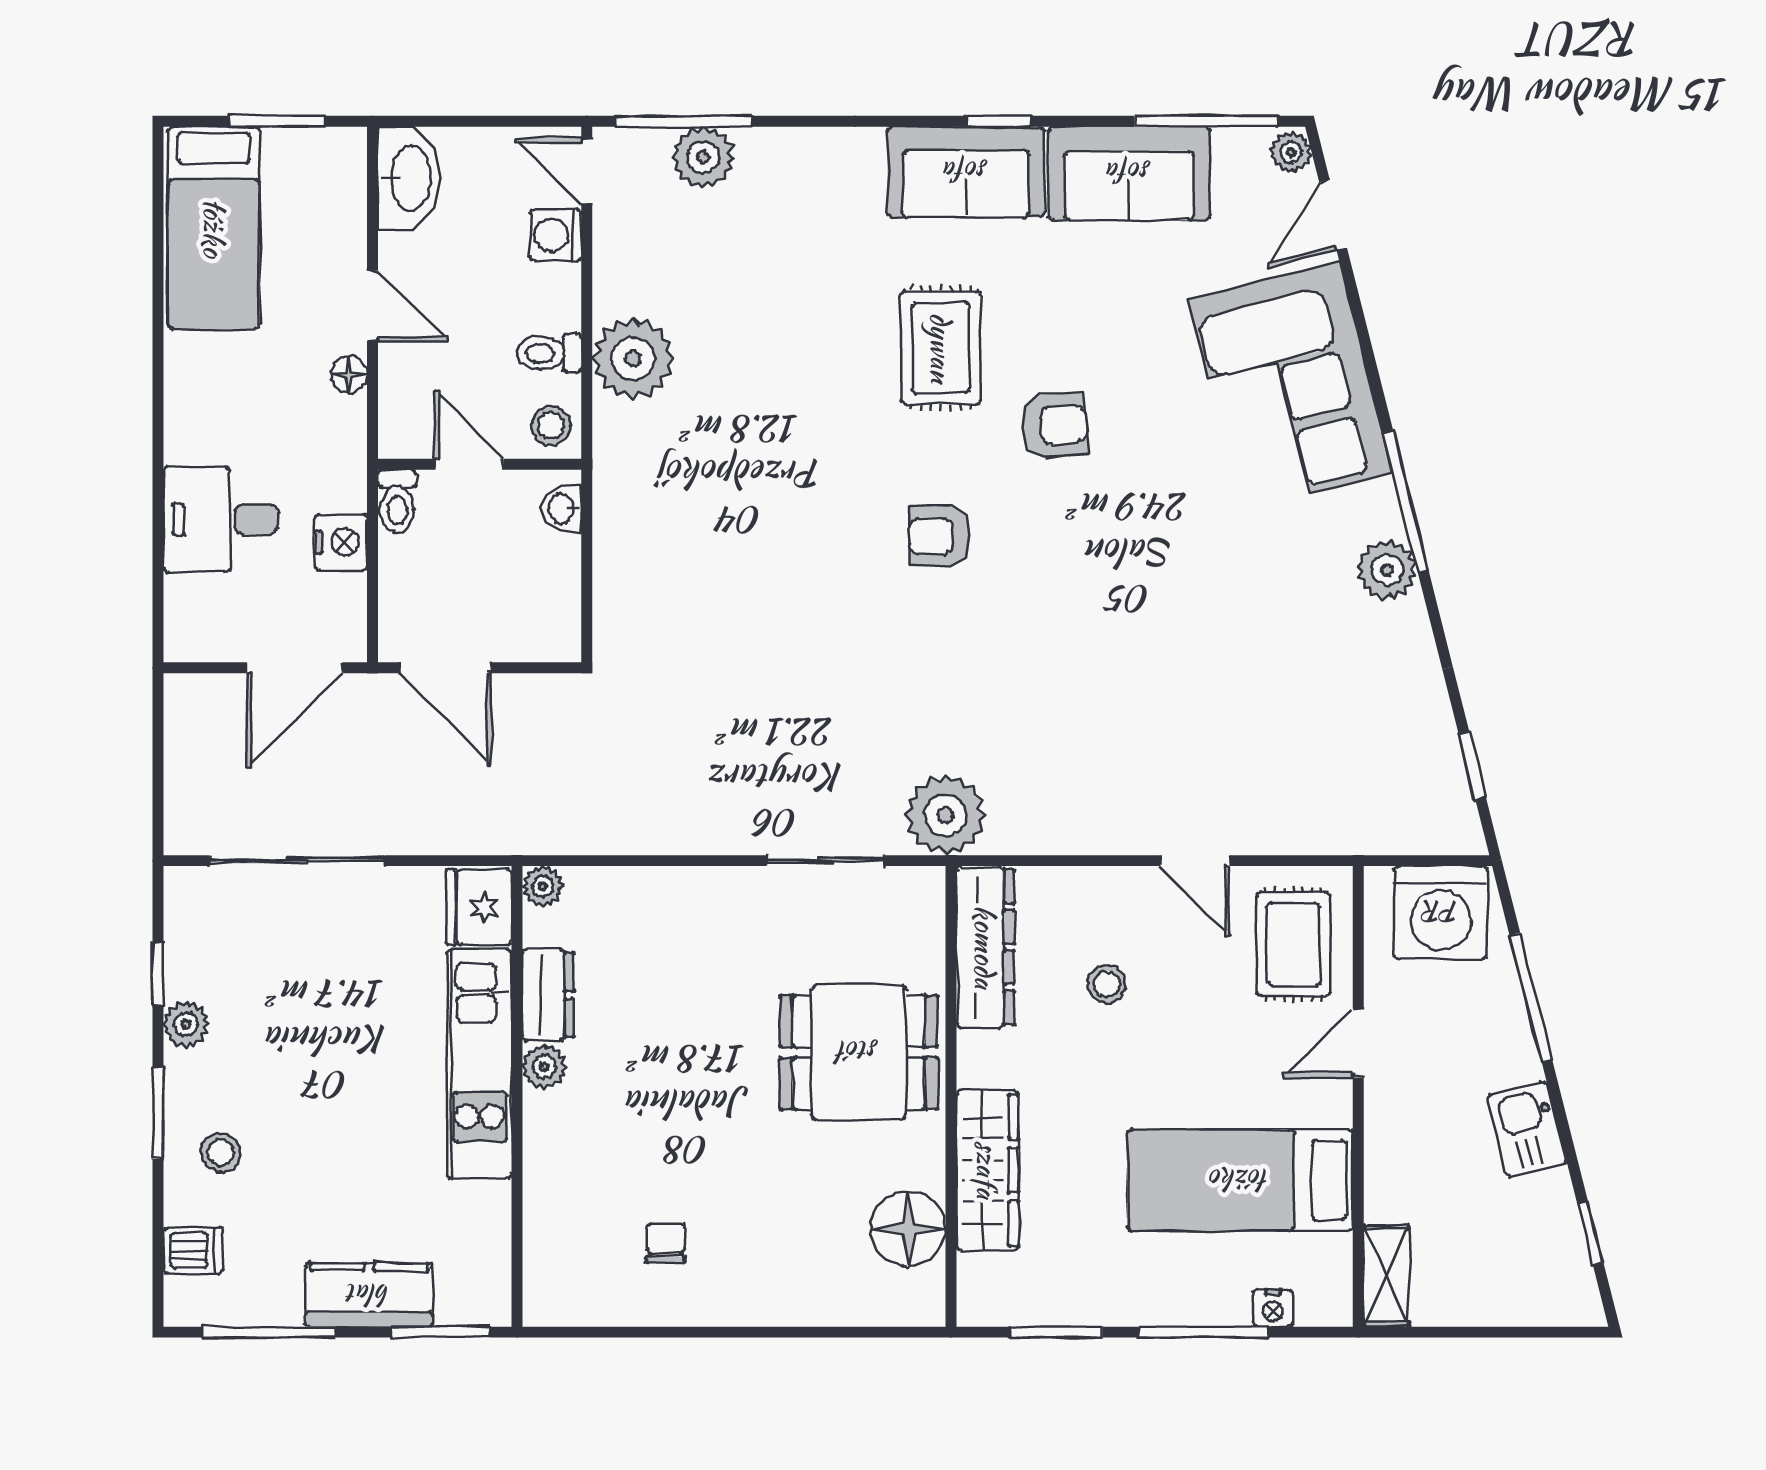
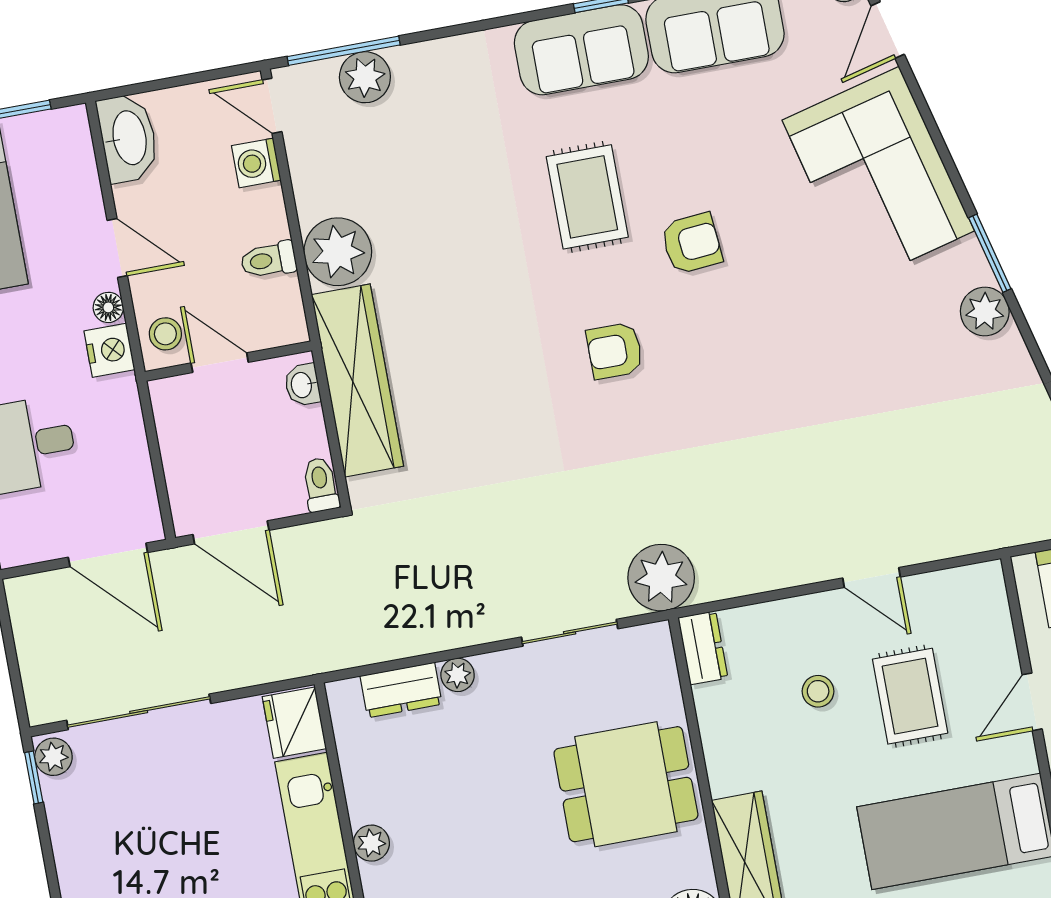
stool: (551, 425) -> (165, 334), moved
toilet: (397, 501) -> (321, 485), moved, turned 180
window: (1406, 502) -> (990, 253), width x0.69
wardrobe: (628, 515) -> (357, 380), added
nightstand: (341, 542) -> (109, 350), moved
door: (295, 668) -> (108, 555), hinge flipped
plant: (543, 886) -> (458, 675), moved
rug: (1294, 944) -> (910, 696), moved
dresser: (985, 947) -> (703, 648), width x0.51, depth x0.80
window: (158, 974) -> (34, 777), moved
dresser: (548, 995) -> (401, 690), moved, turned 90
plant: (186, 1024) -> (53, 757), moved

